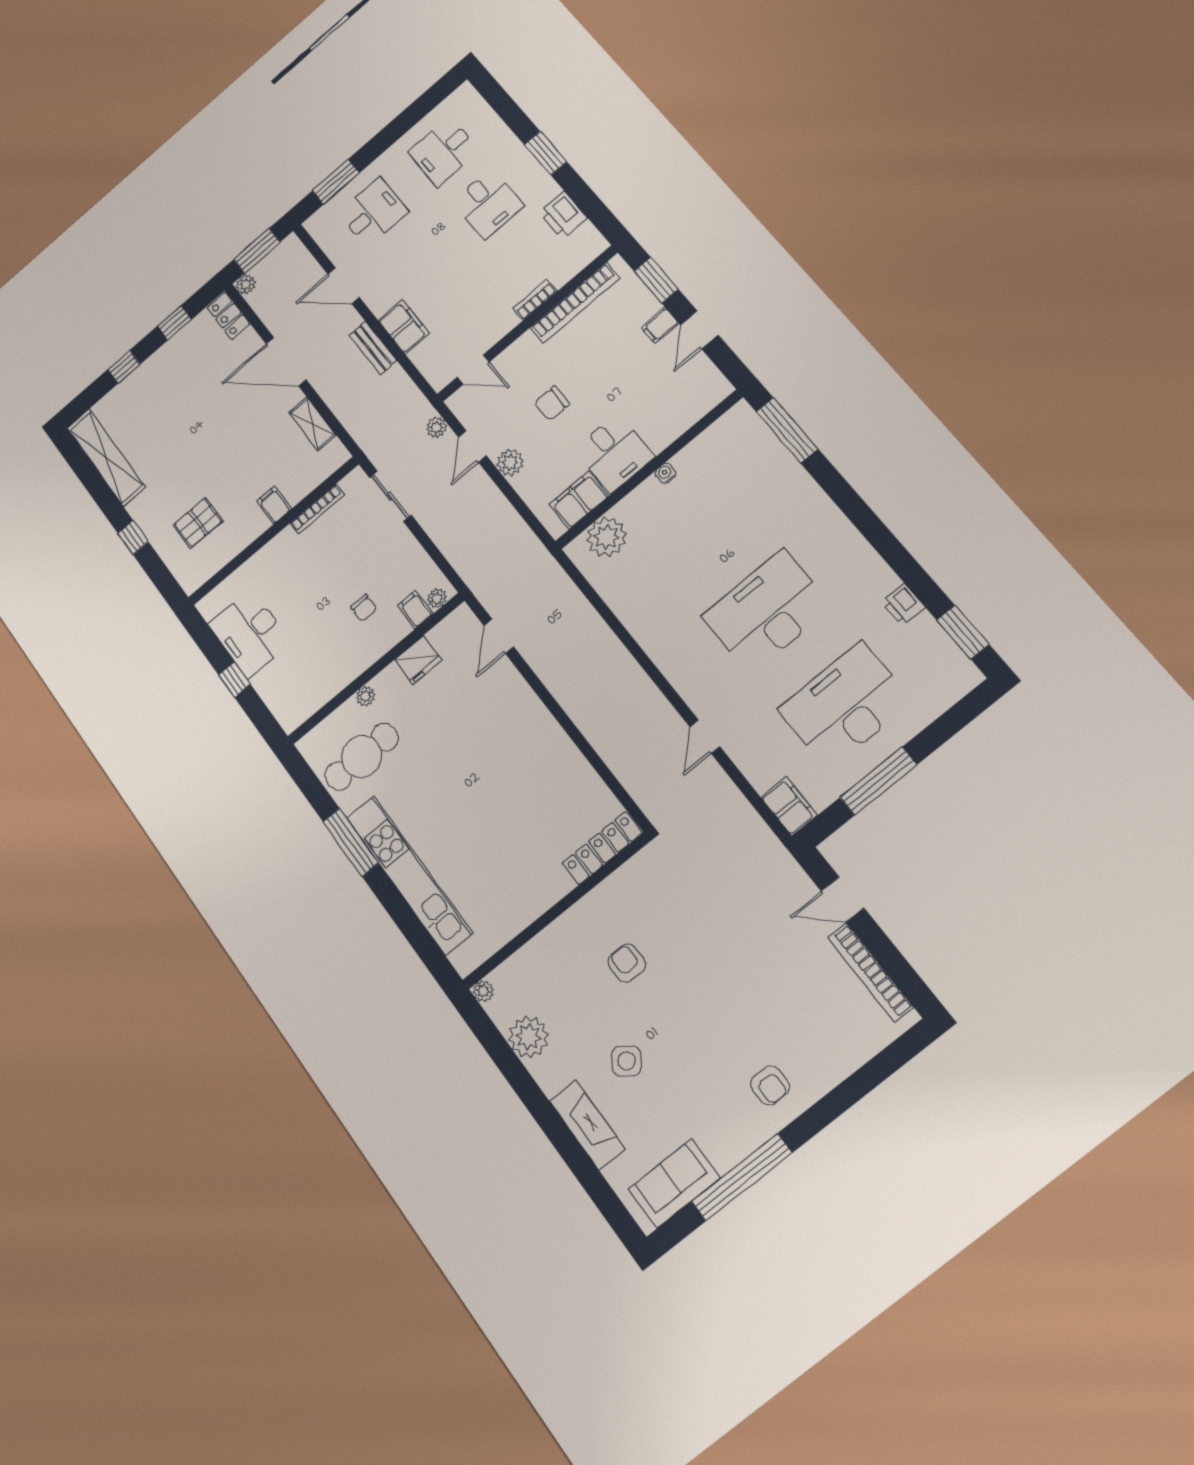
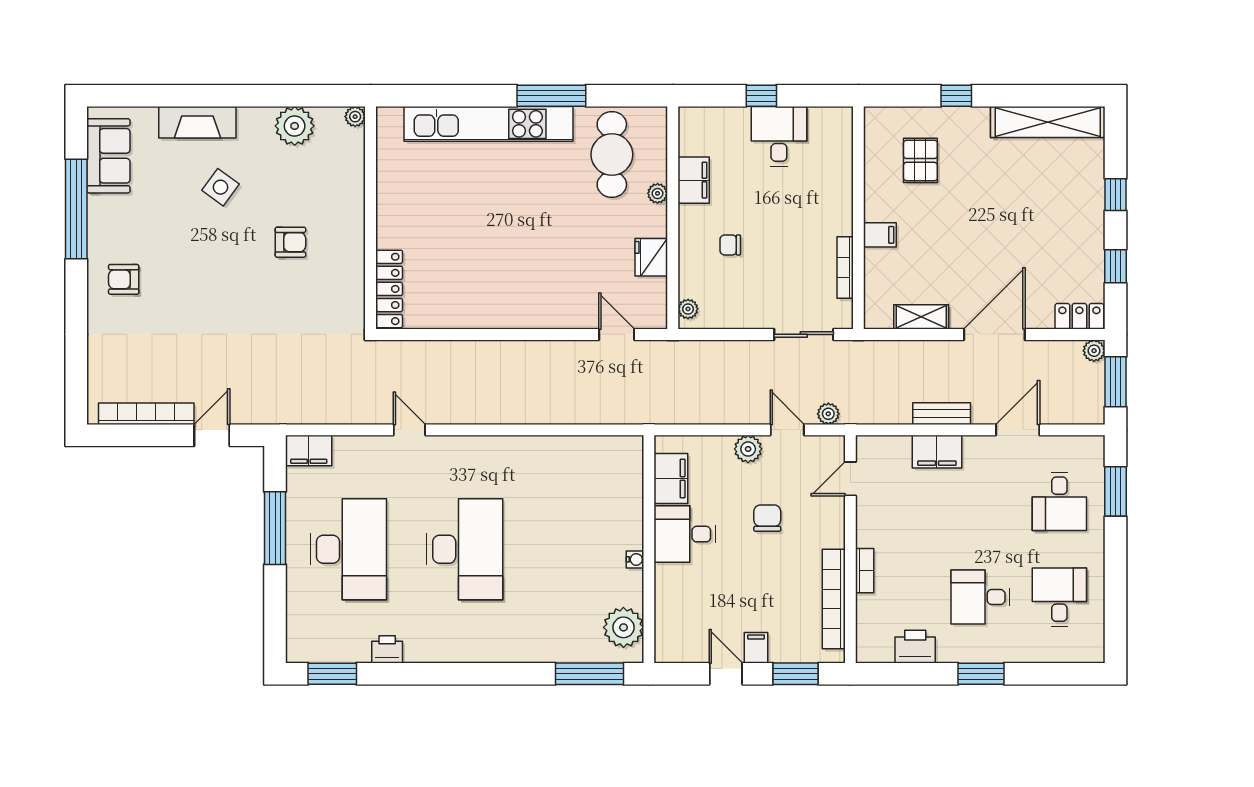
plant: (607, 537) -> (623, 627), moved
filing cabinet: (415, 609) -> (694, 180), moved, width x2.00
desk: (250, 633) -> (779, 136), width x0.73

